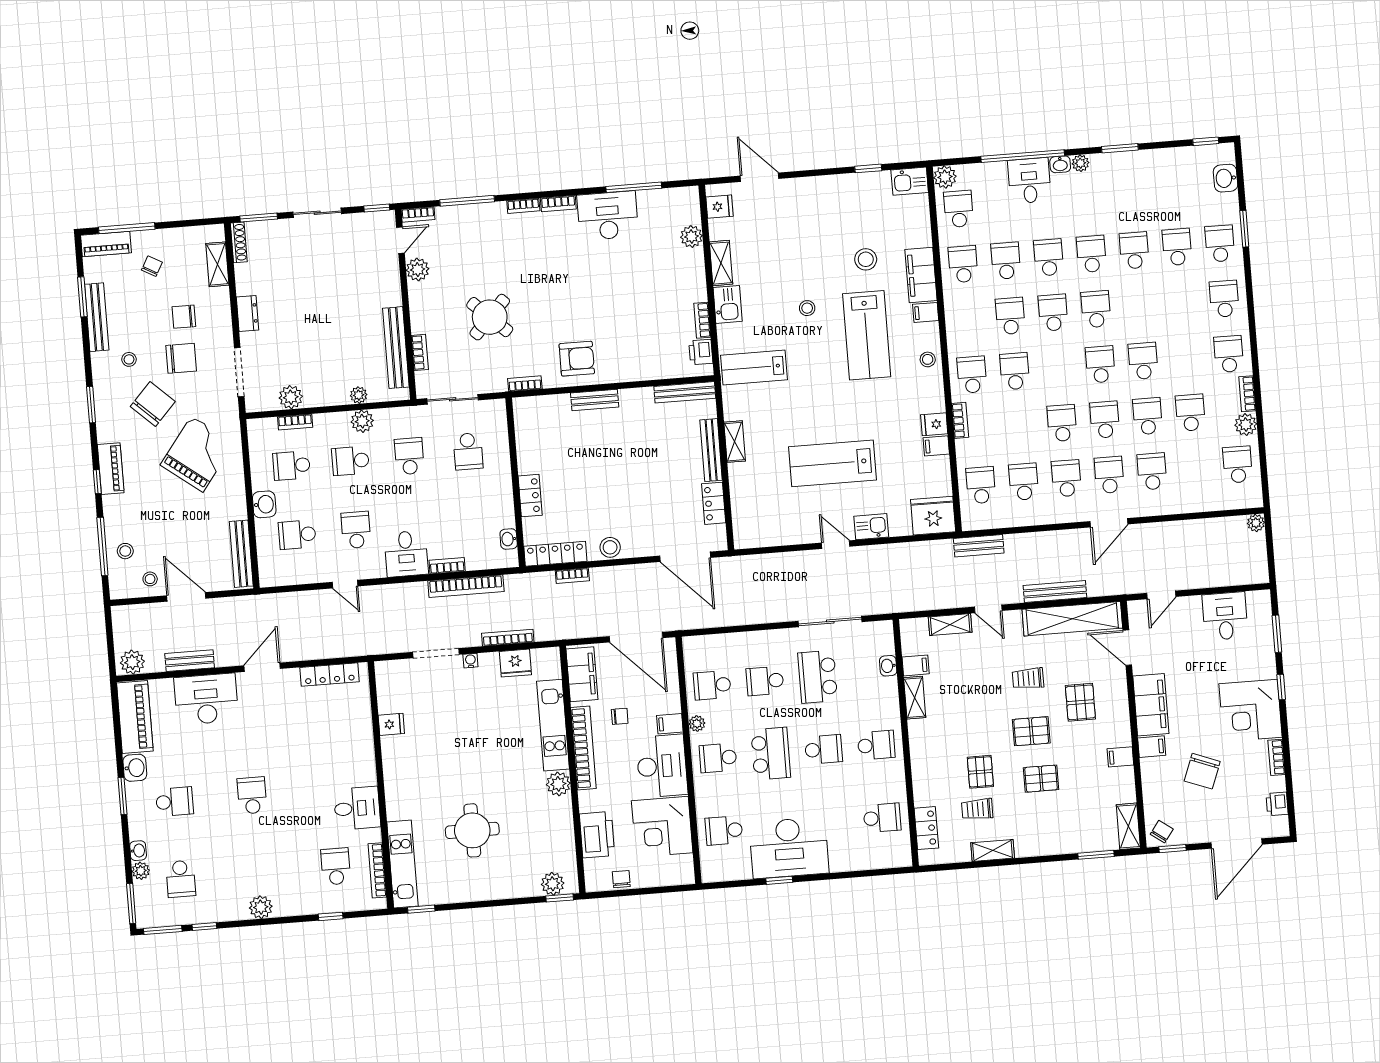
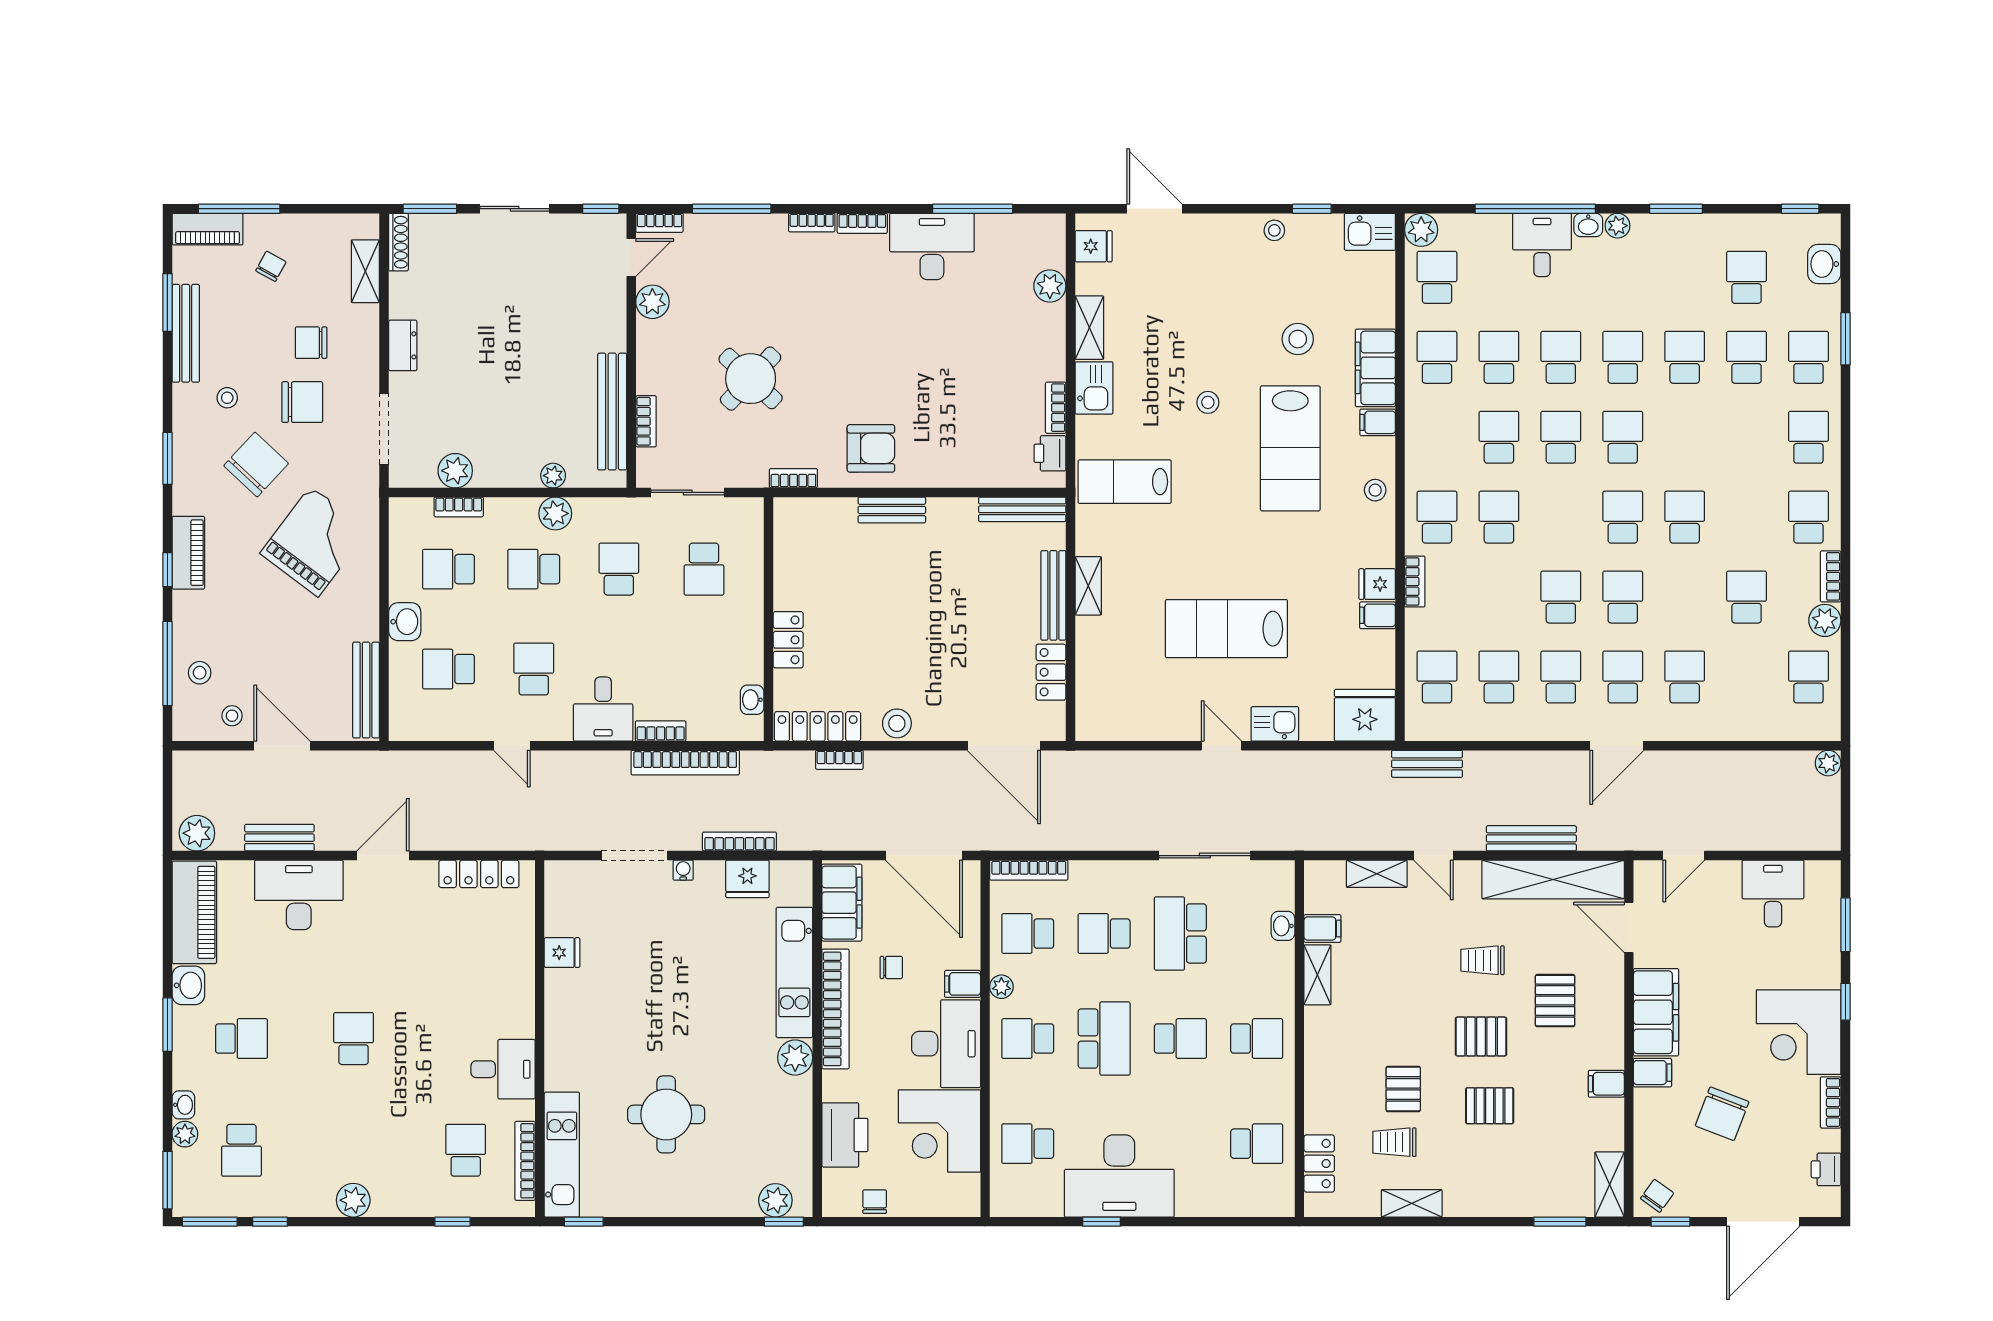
stool: (844, 185) -> (1274, 230), added
school desk: (1148, 416) -> (1747, 277), moved
bookcase: (709, 641) -> (1029, 870), added

